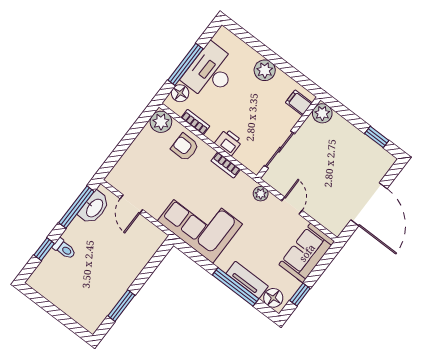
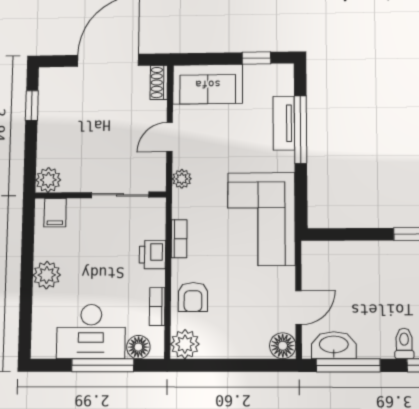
shoe rack: (331, 224) -> (159, 82), added
floor lamp: (273, 298) -> (283, 346), moved

